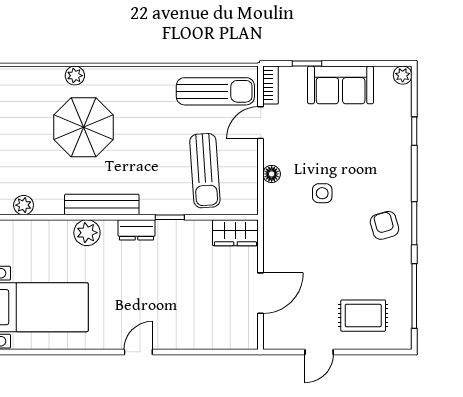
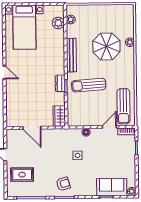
sofa: (341, 85) -> (112, 187), moved, turned 90
door: (261, 123) -> (109, 127), hinge flipped
sun lounger: (205, 171) -> (89, 85), moved
dresser: (136, 230) -> (60, 83), moved
plant: (87, 233) -> (58, 23), moved
rug: (363, 316) -> (22, 175), turned 90

